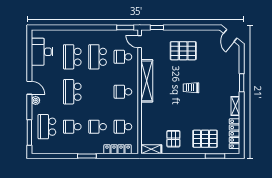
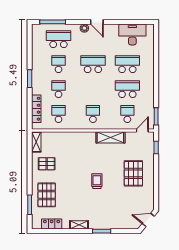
shelving: (147, 81) -> (110, 137), width x0.68
door: (29, 88) -> (97, 22), hinge flipped
locker: (235, 134) -> (52, 224), width x0.66

